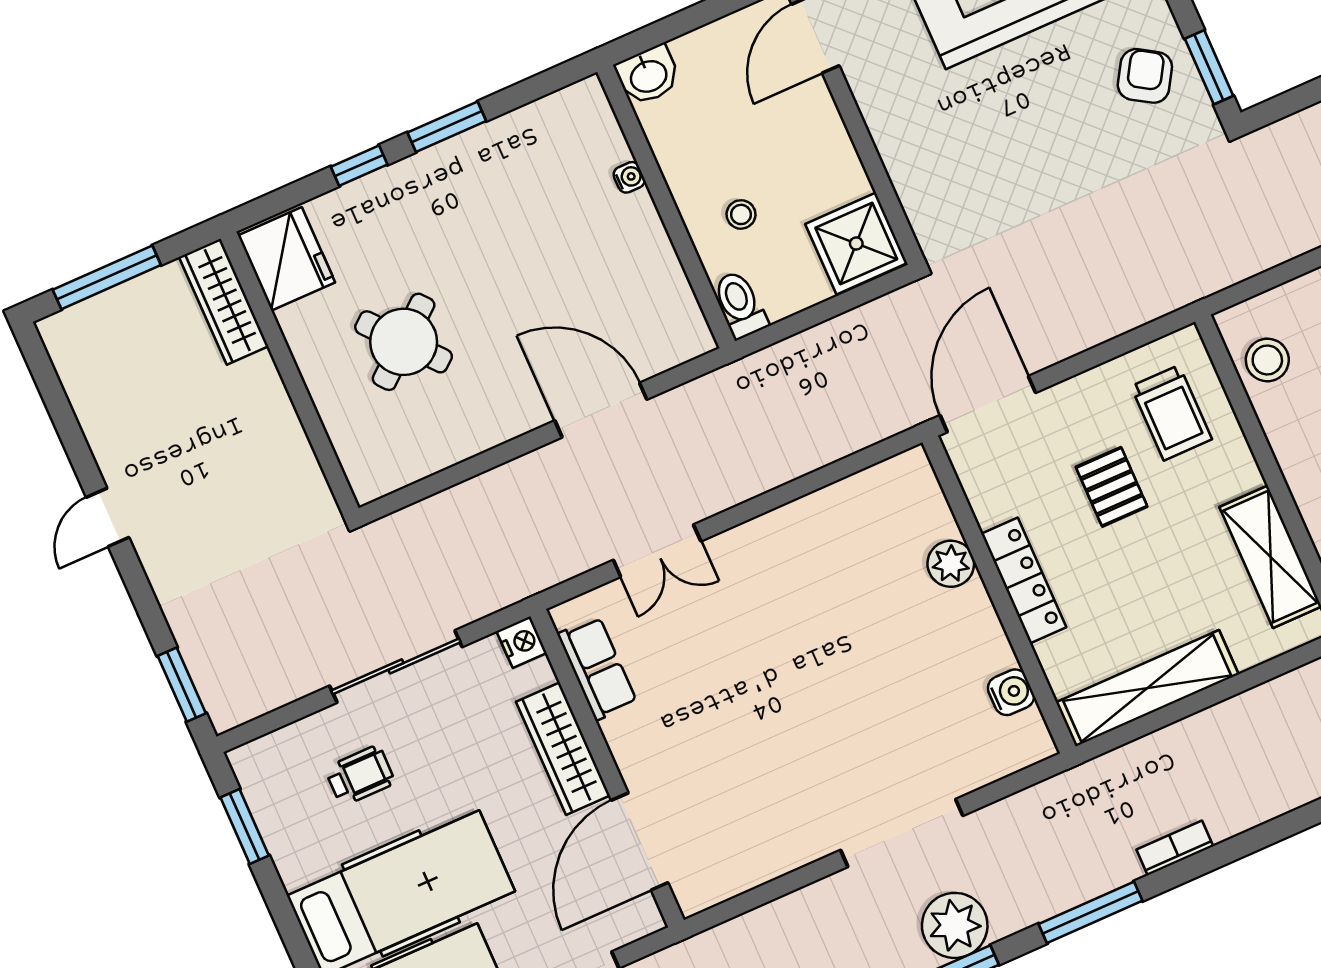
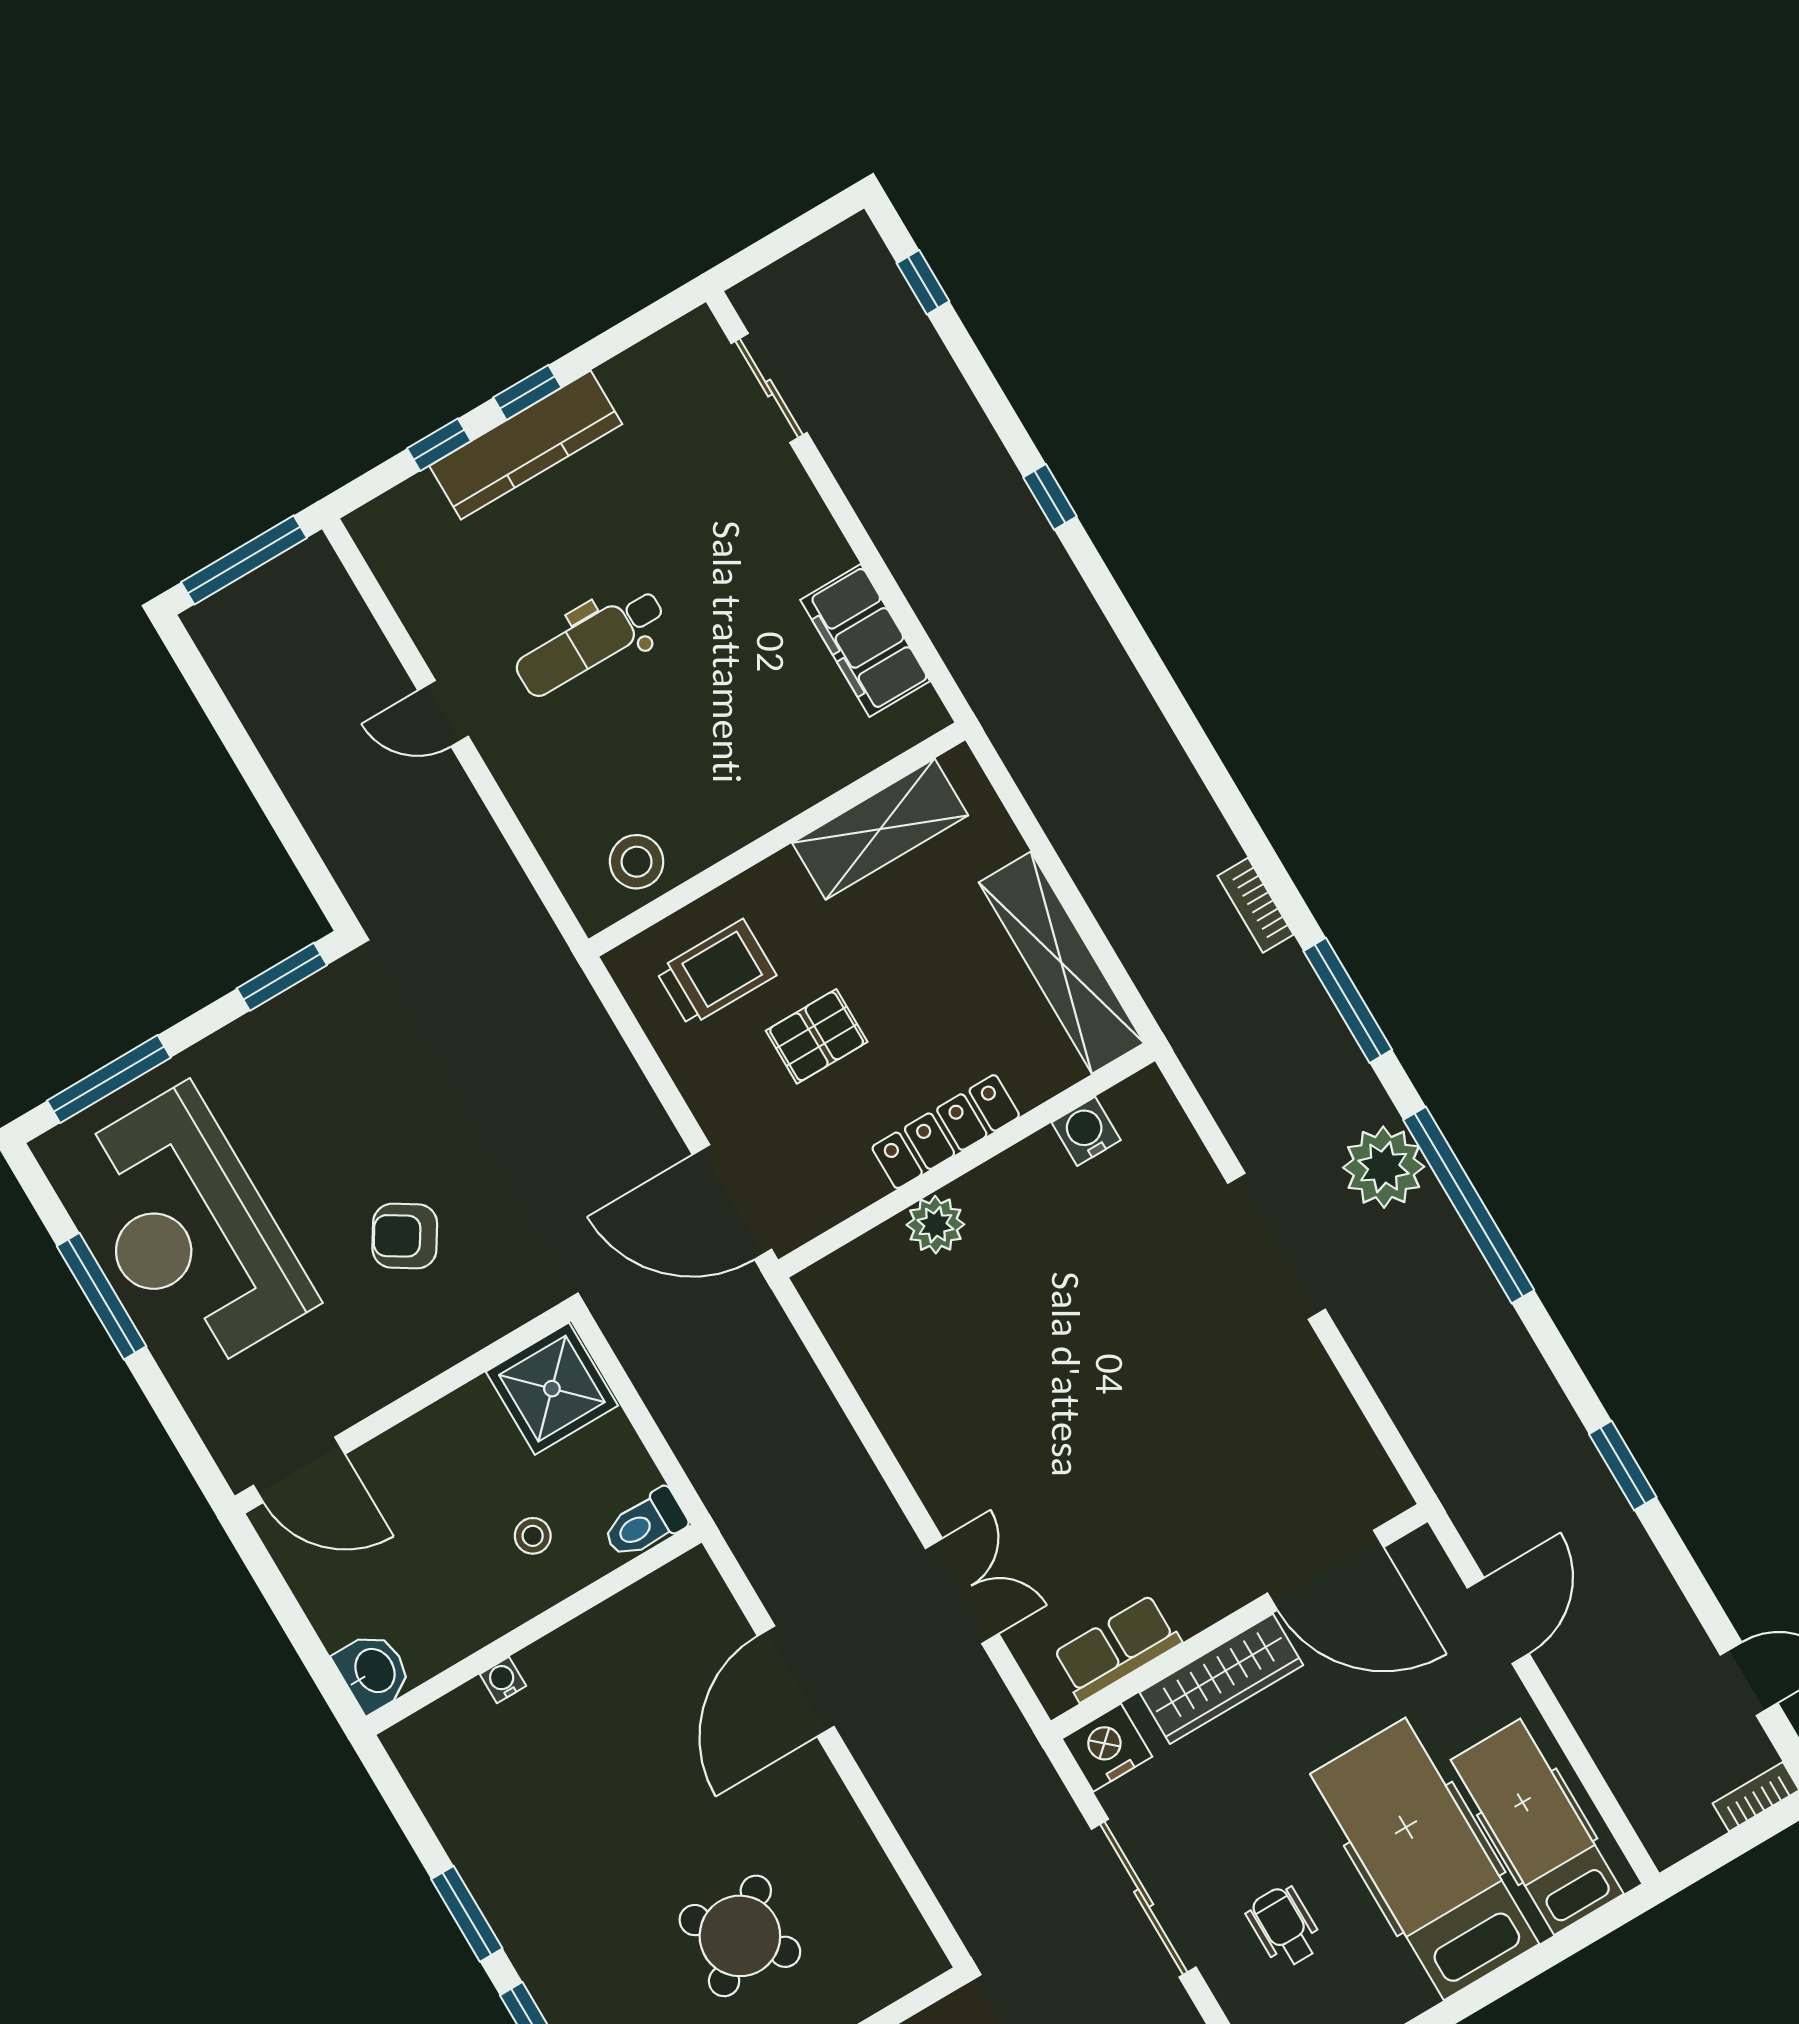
armchair: (1145, 76) -> (405, 1236), moved
nightstand: (522, 642) -> (1107, 1748), width x1.36, depth x1.33

